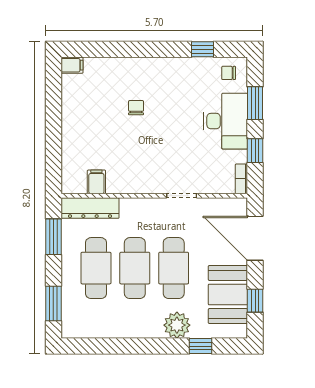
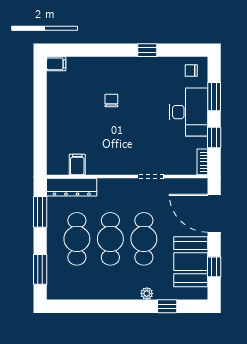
window: (203, 49) -> (147, 50), moved
plant: (177, 325) -> (147, 294), width x0.53, depth x0.53

